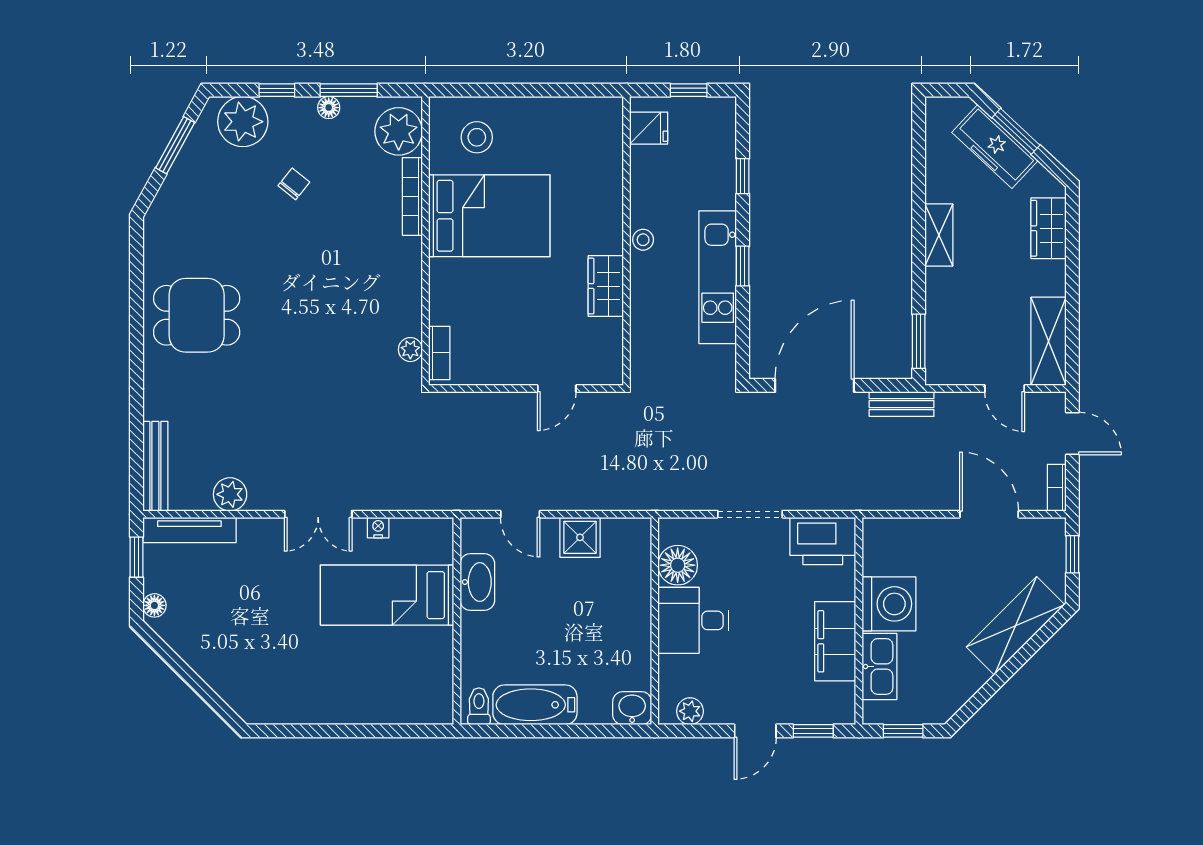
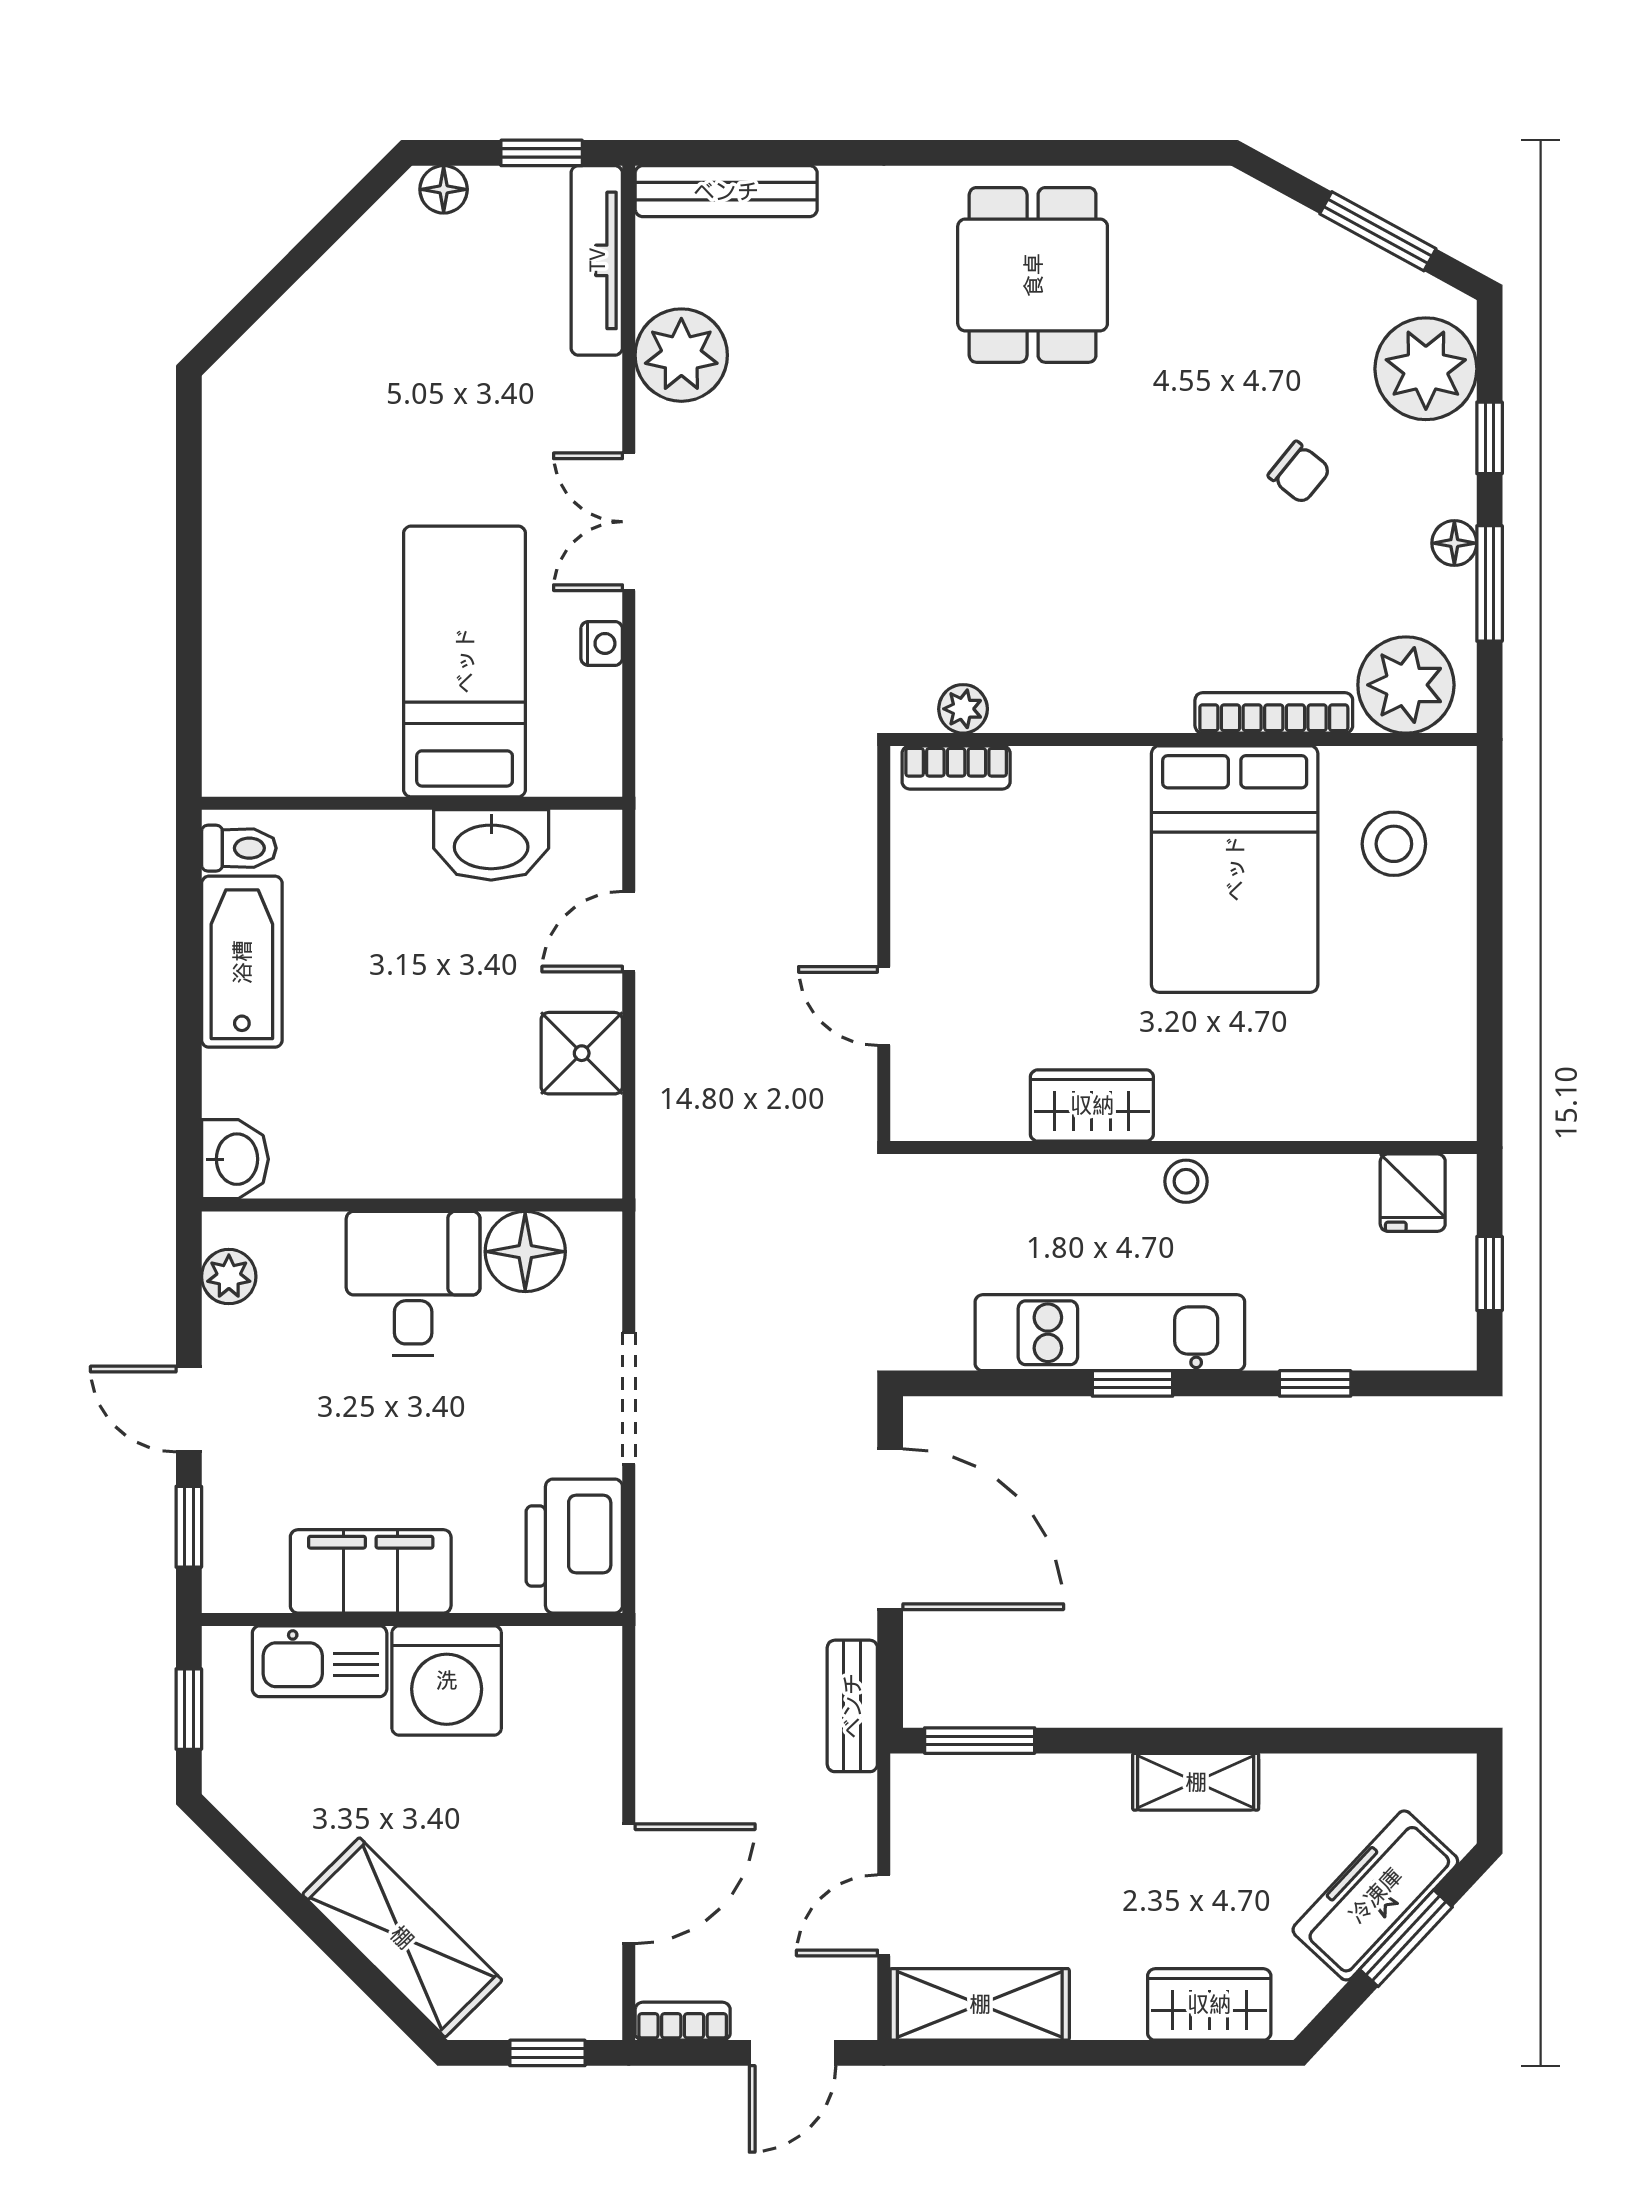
plant: (230, 494) -> (681, 355), width x1.36, depth x1.36

